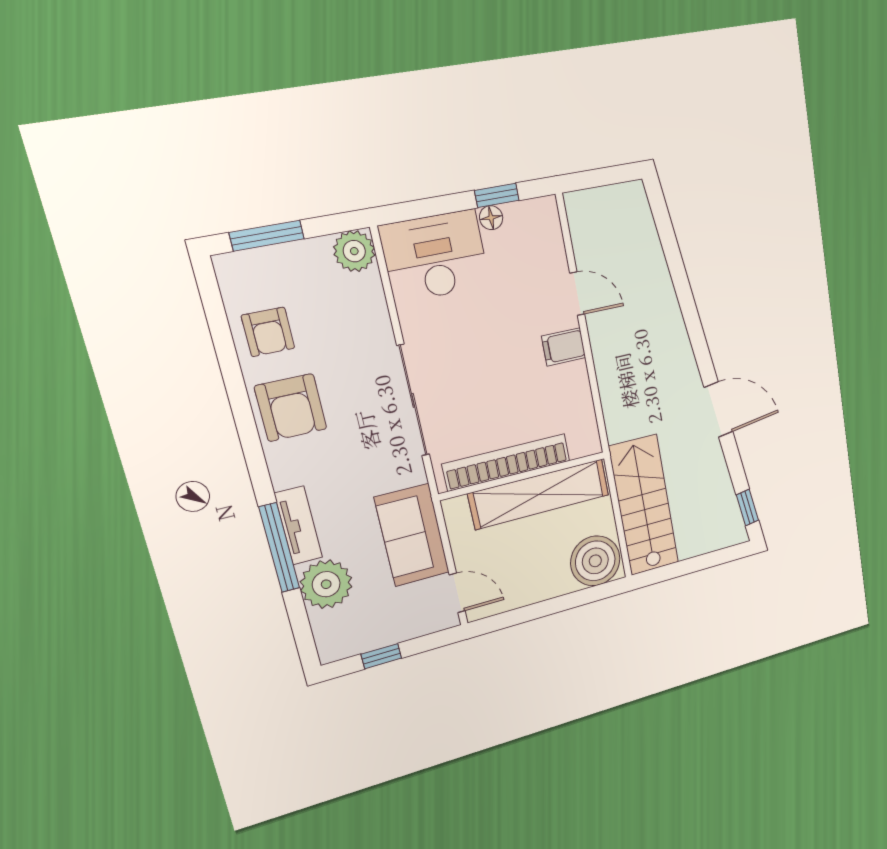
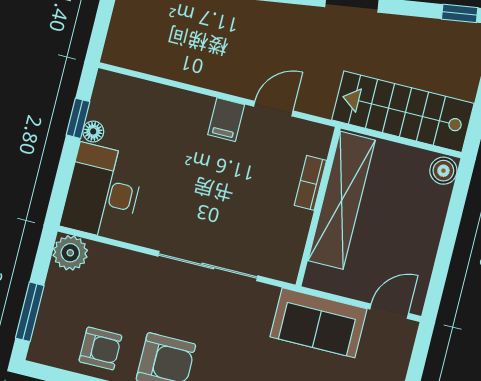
door: (577, 294) -> (273, 109), moved
bookcase: (507, 462) -> (310, 183), width x0.43, depth x0.76
boiler: (595, 561) -> (443, 171), width x0.54, depth x0.54

